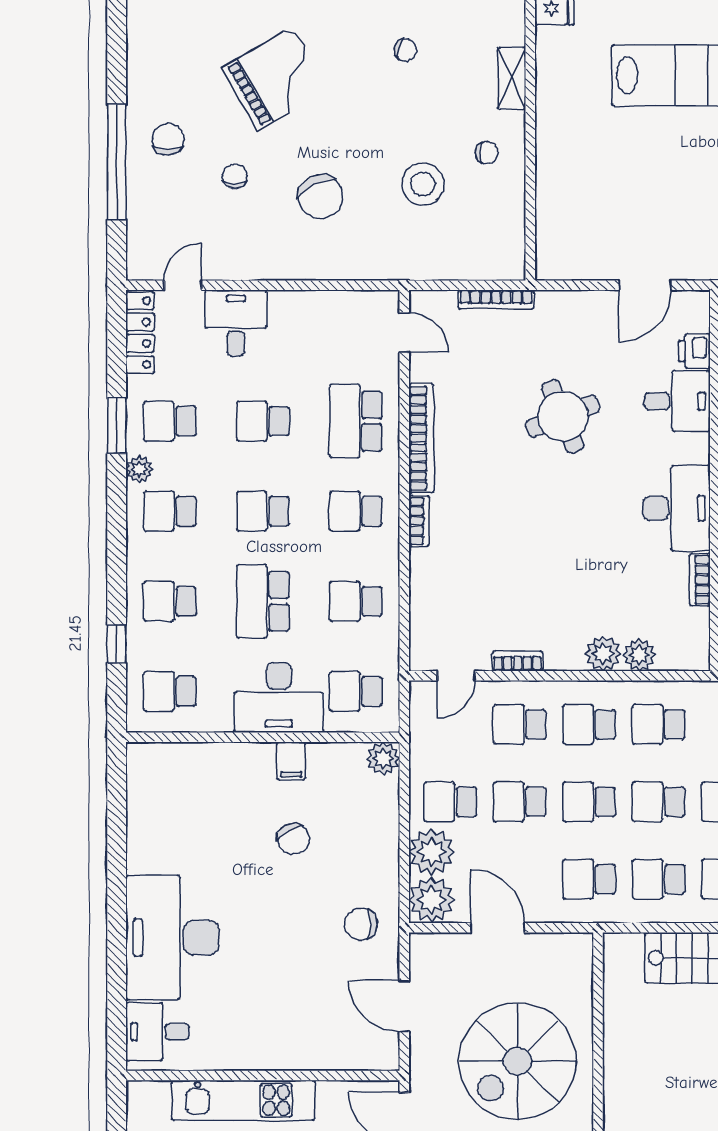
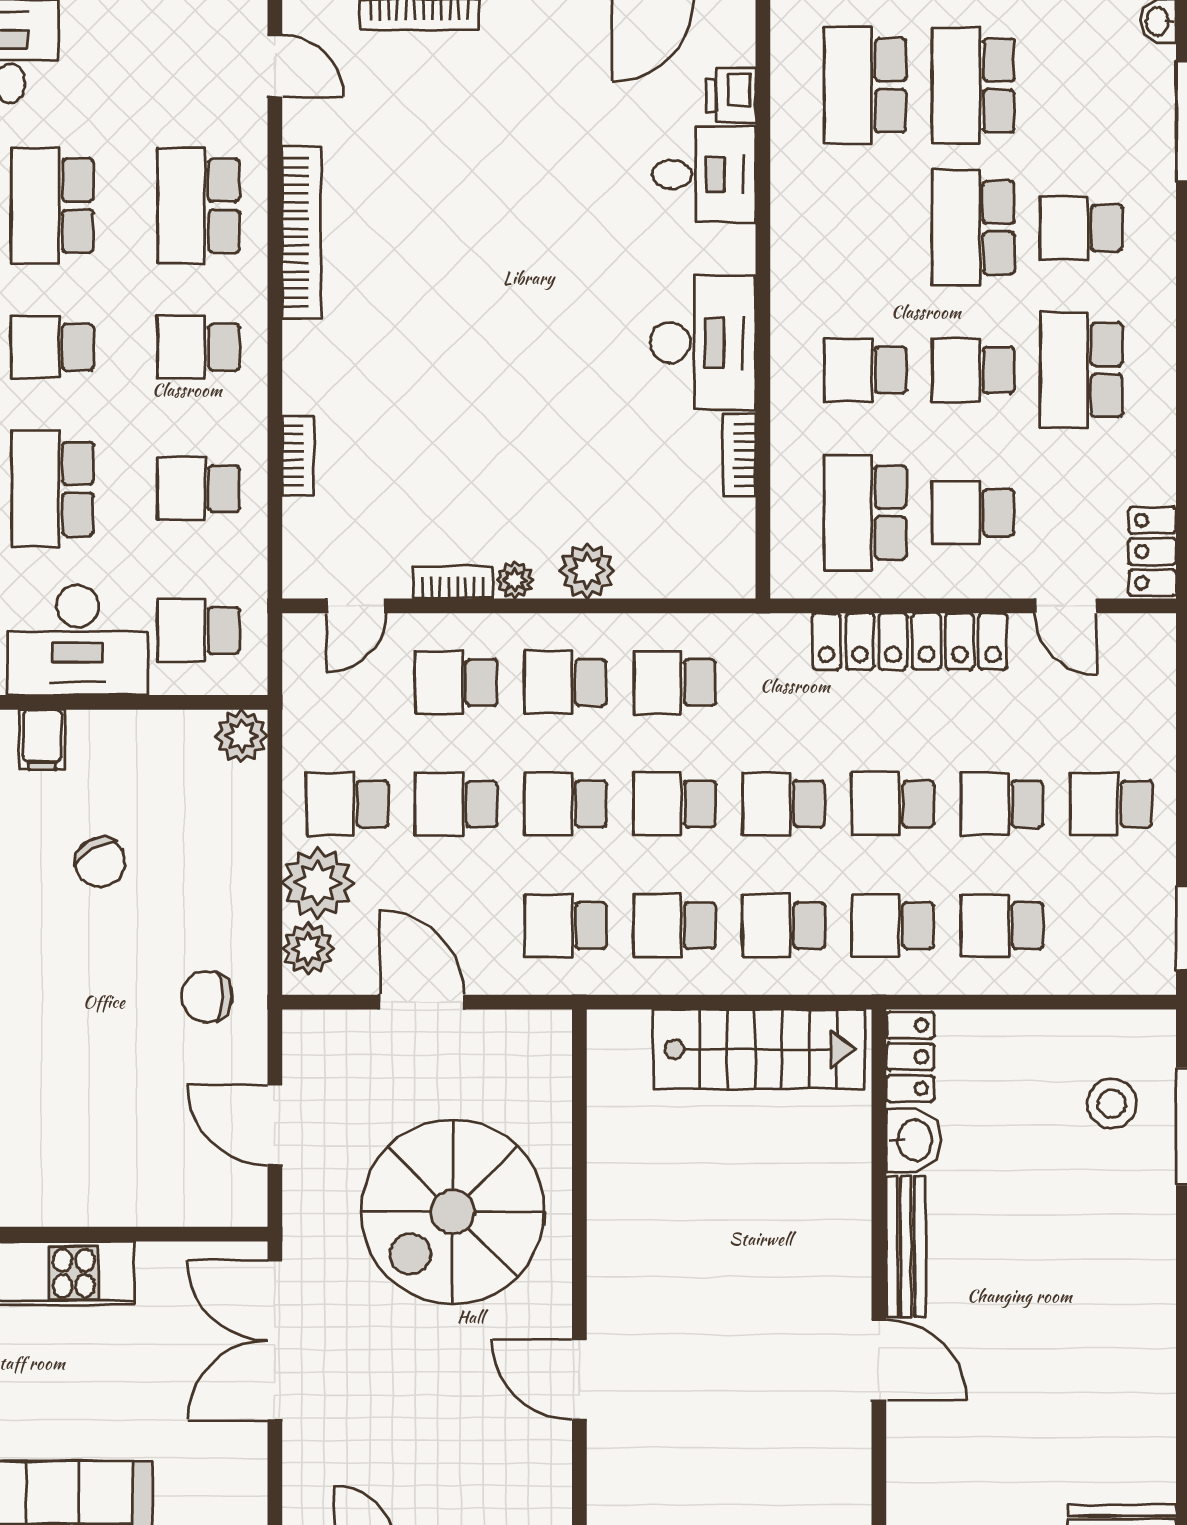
round table: (563, 416) -> (524, 198), removed
school desk: (263, 421) -> (52, 206), width x1.85
bookcase: (419, 521) -> (298, 456), moved
plant: (639, 655) -> (515, 580), moved, width x0.73, depth x0.73
filing cabinet: (291, 761) -> (42, 740), moved
plant: (431, 900) -> (308, 949), width x0.73, depth x0.73

